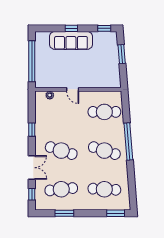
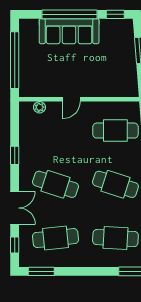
window: (71, 28) -> (70, 14), width x3.17
door: (73, 89) -> (71, 99), hinge flipped
window: (64, 213) -> (41, 271), moved

